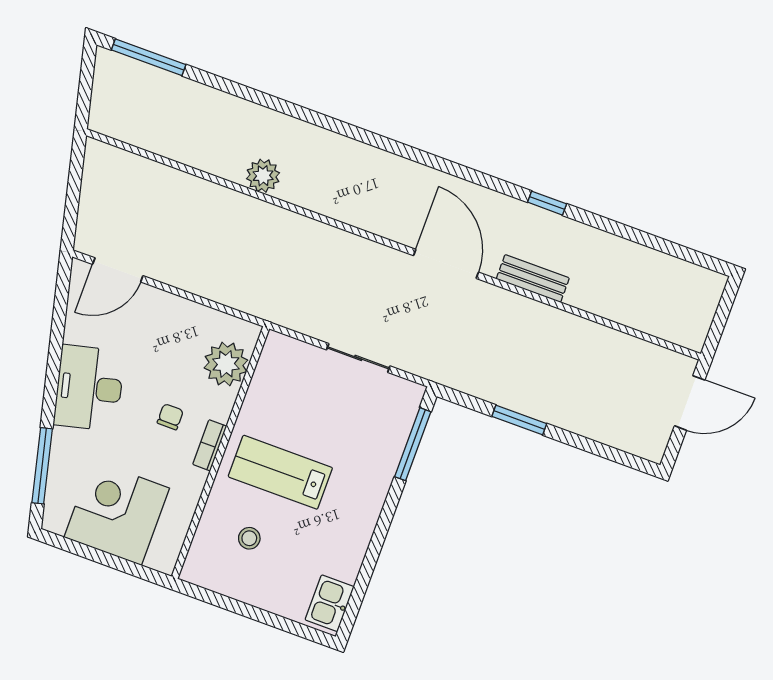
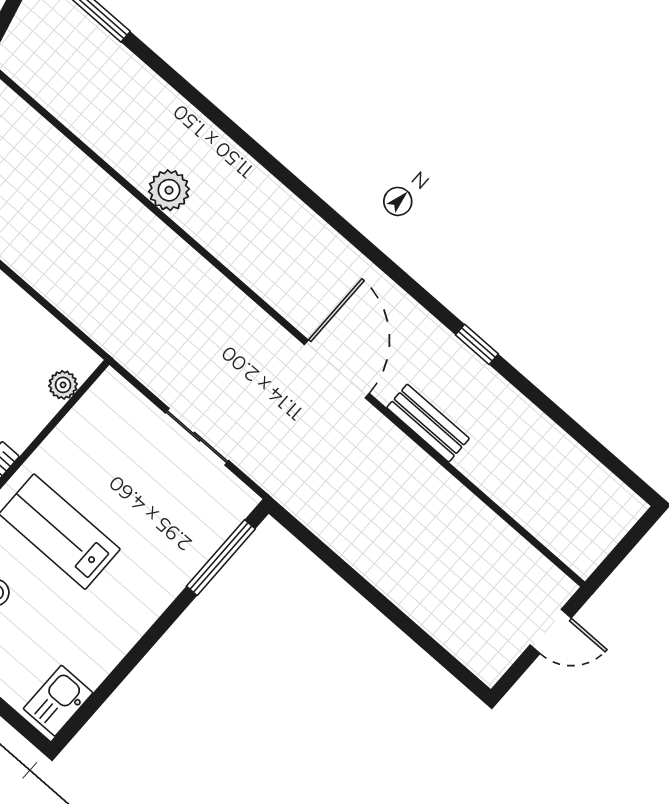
plant: (226, 364) -> (63, 385), width x0.53, depth x0.53
door: (690, 403) -> (551, 631), width x0.73
window: (519, 420) -> (351, 577), removed

